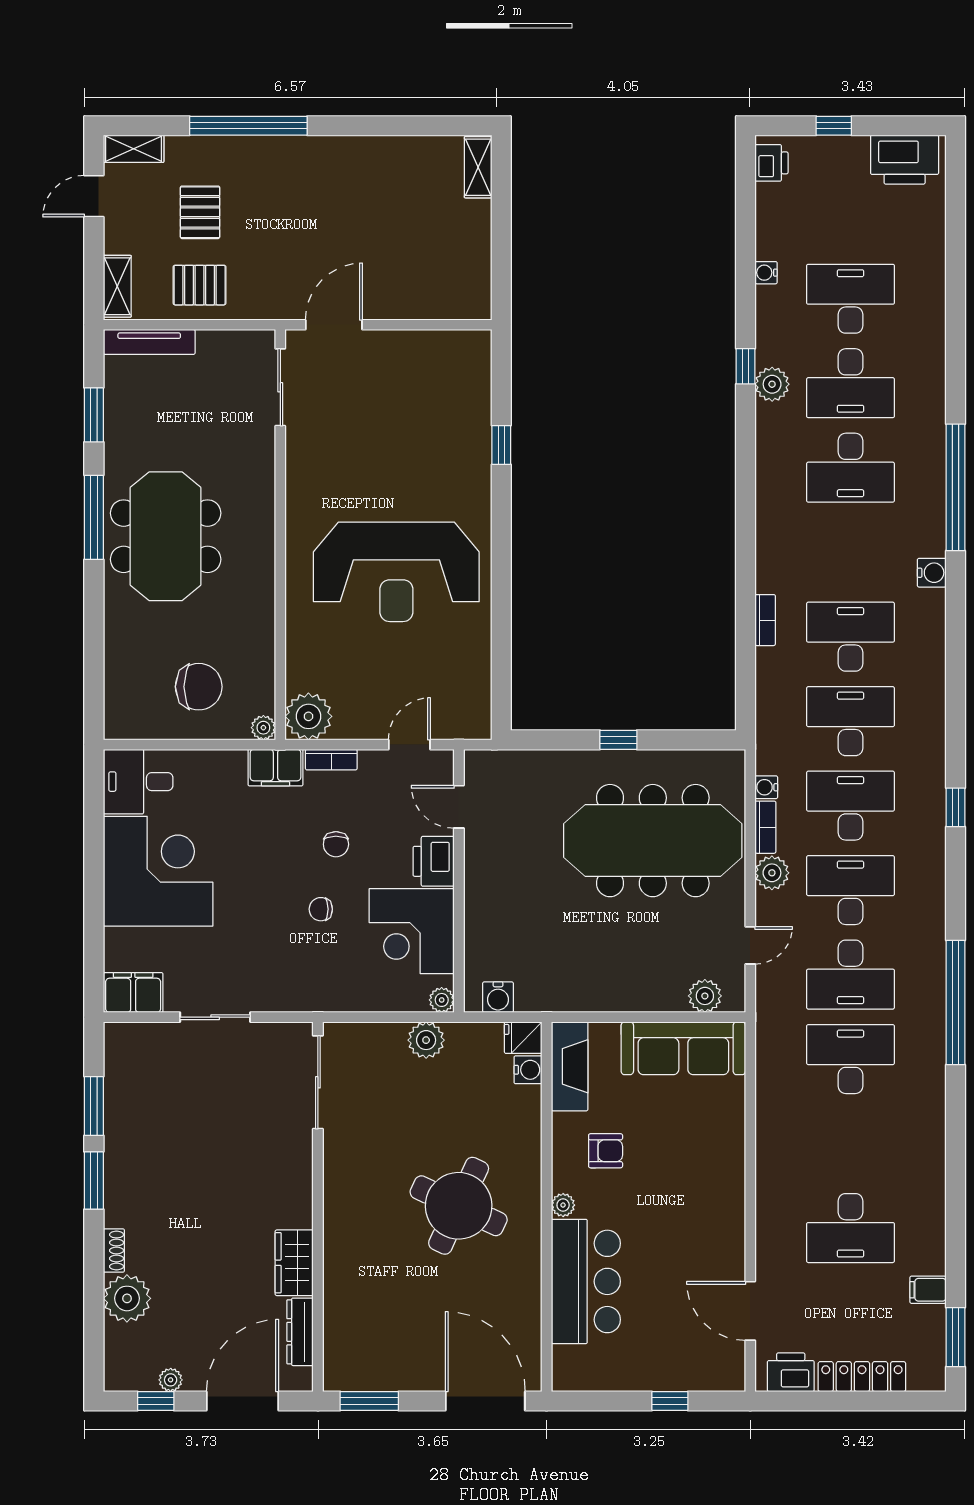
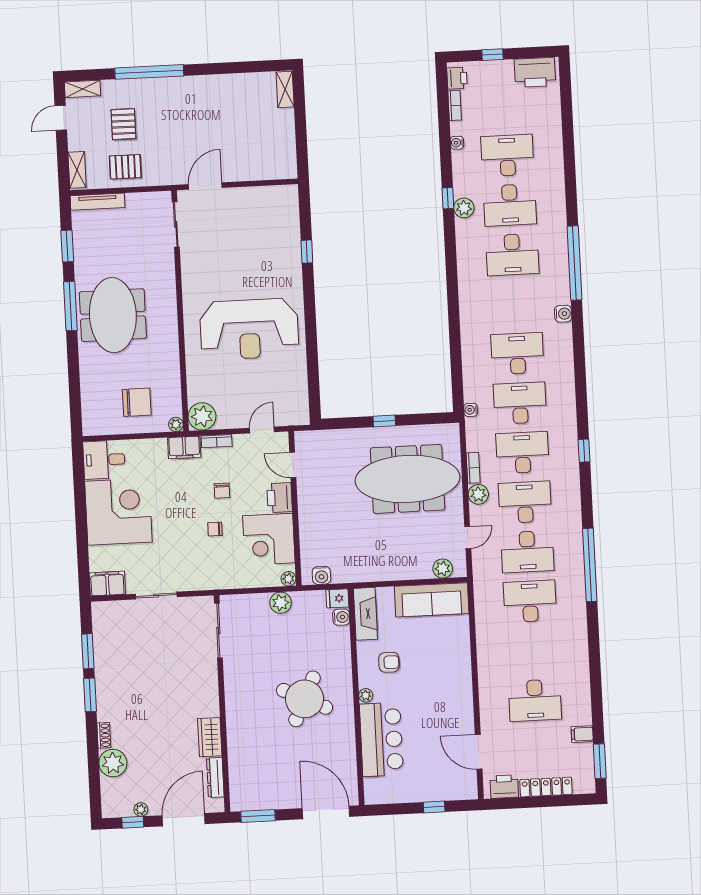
bookcase: (765, 620) -> (455, 105), moved
water cooler: (766, 787) -> (471, 410), moved

